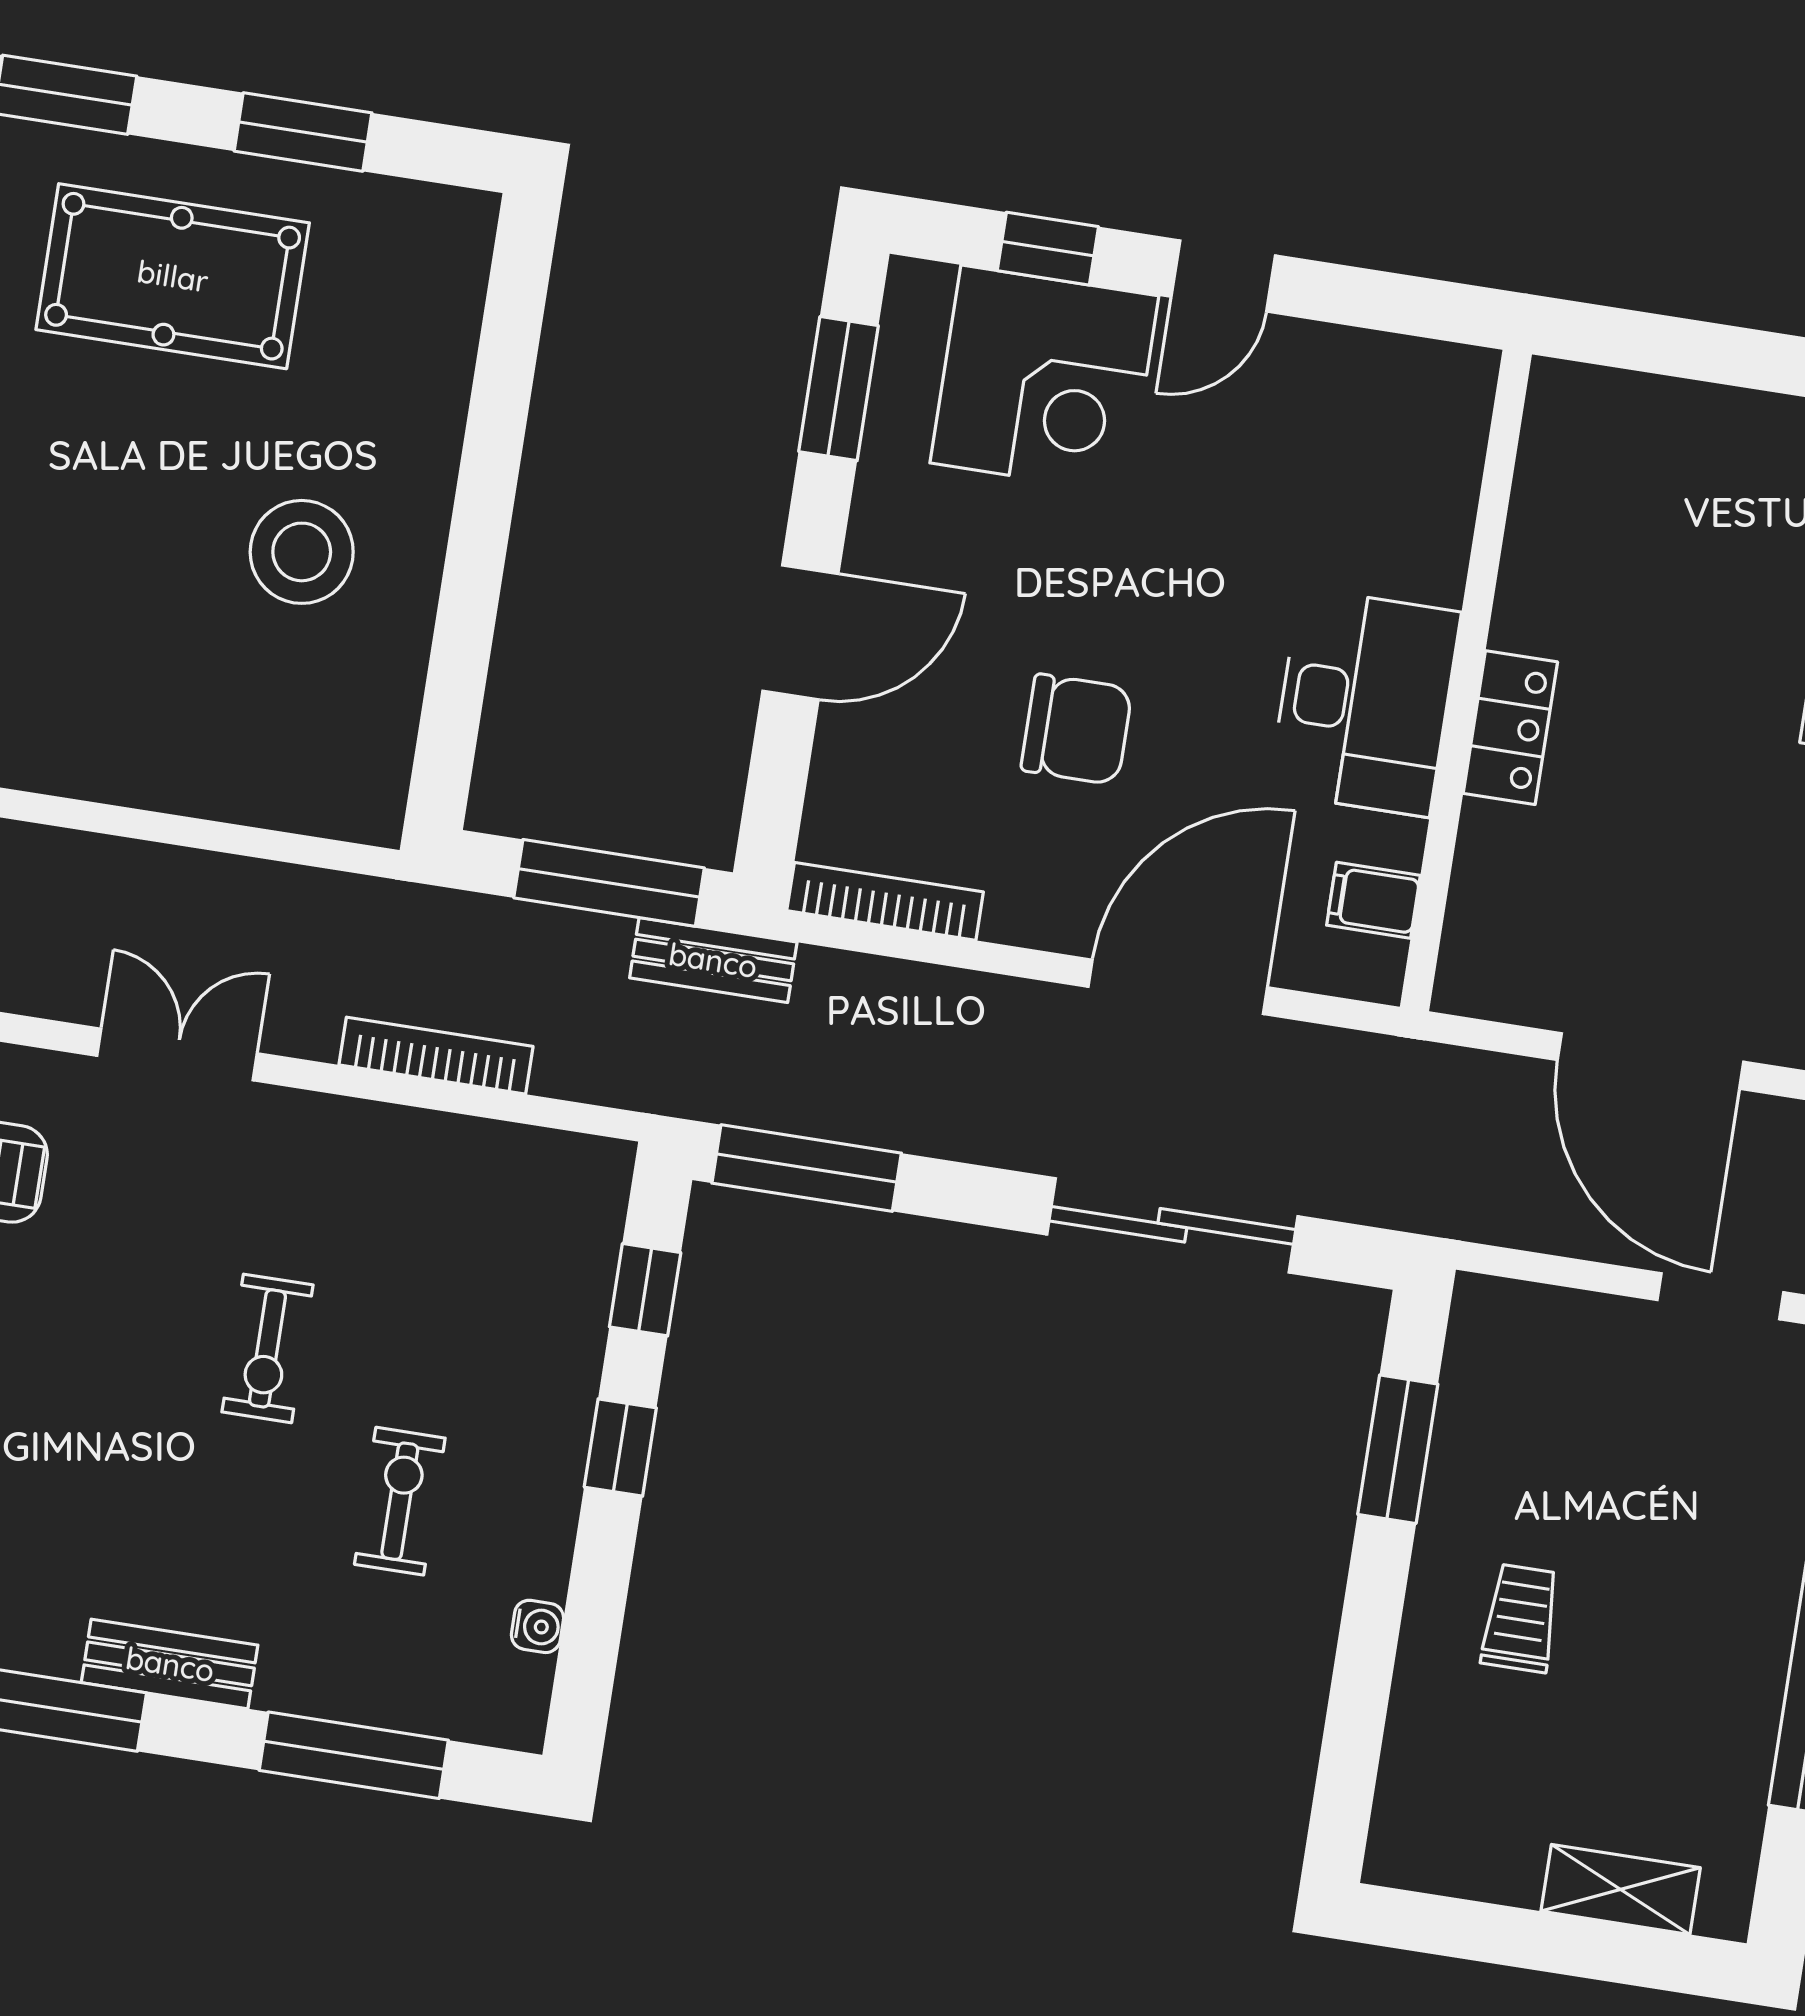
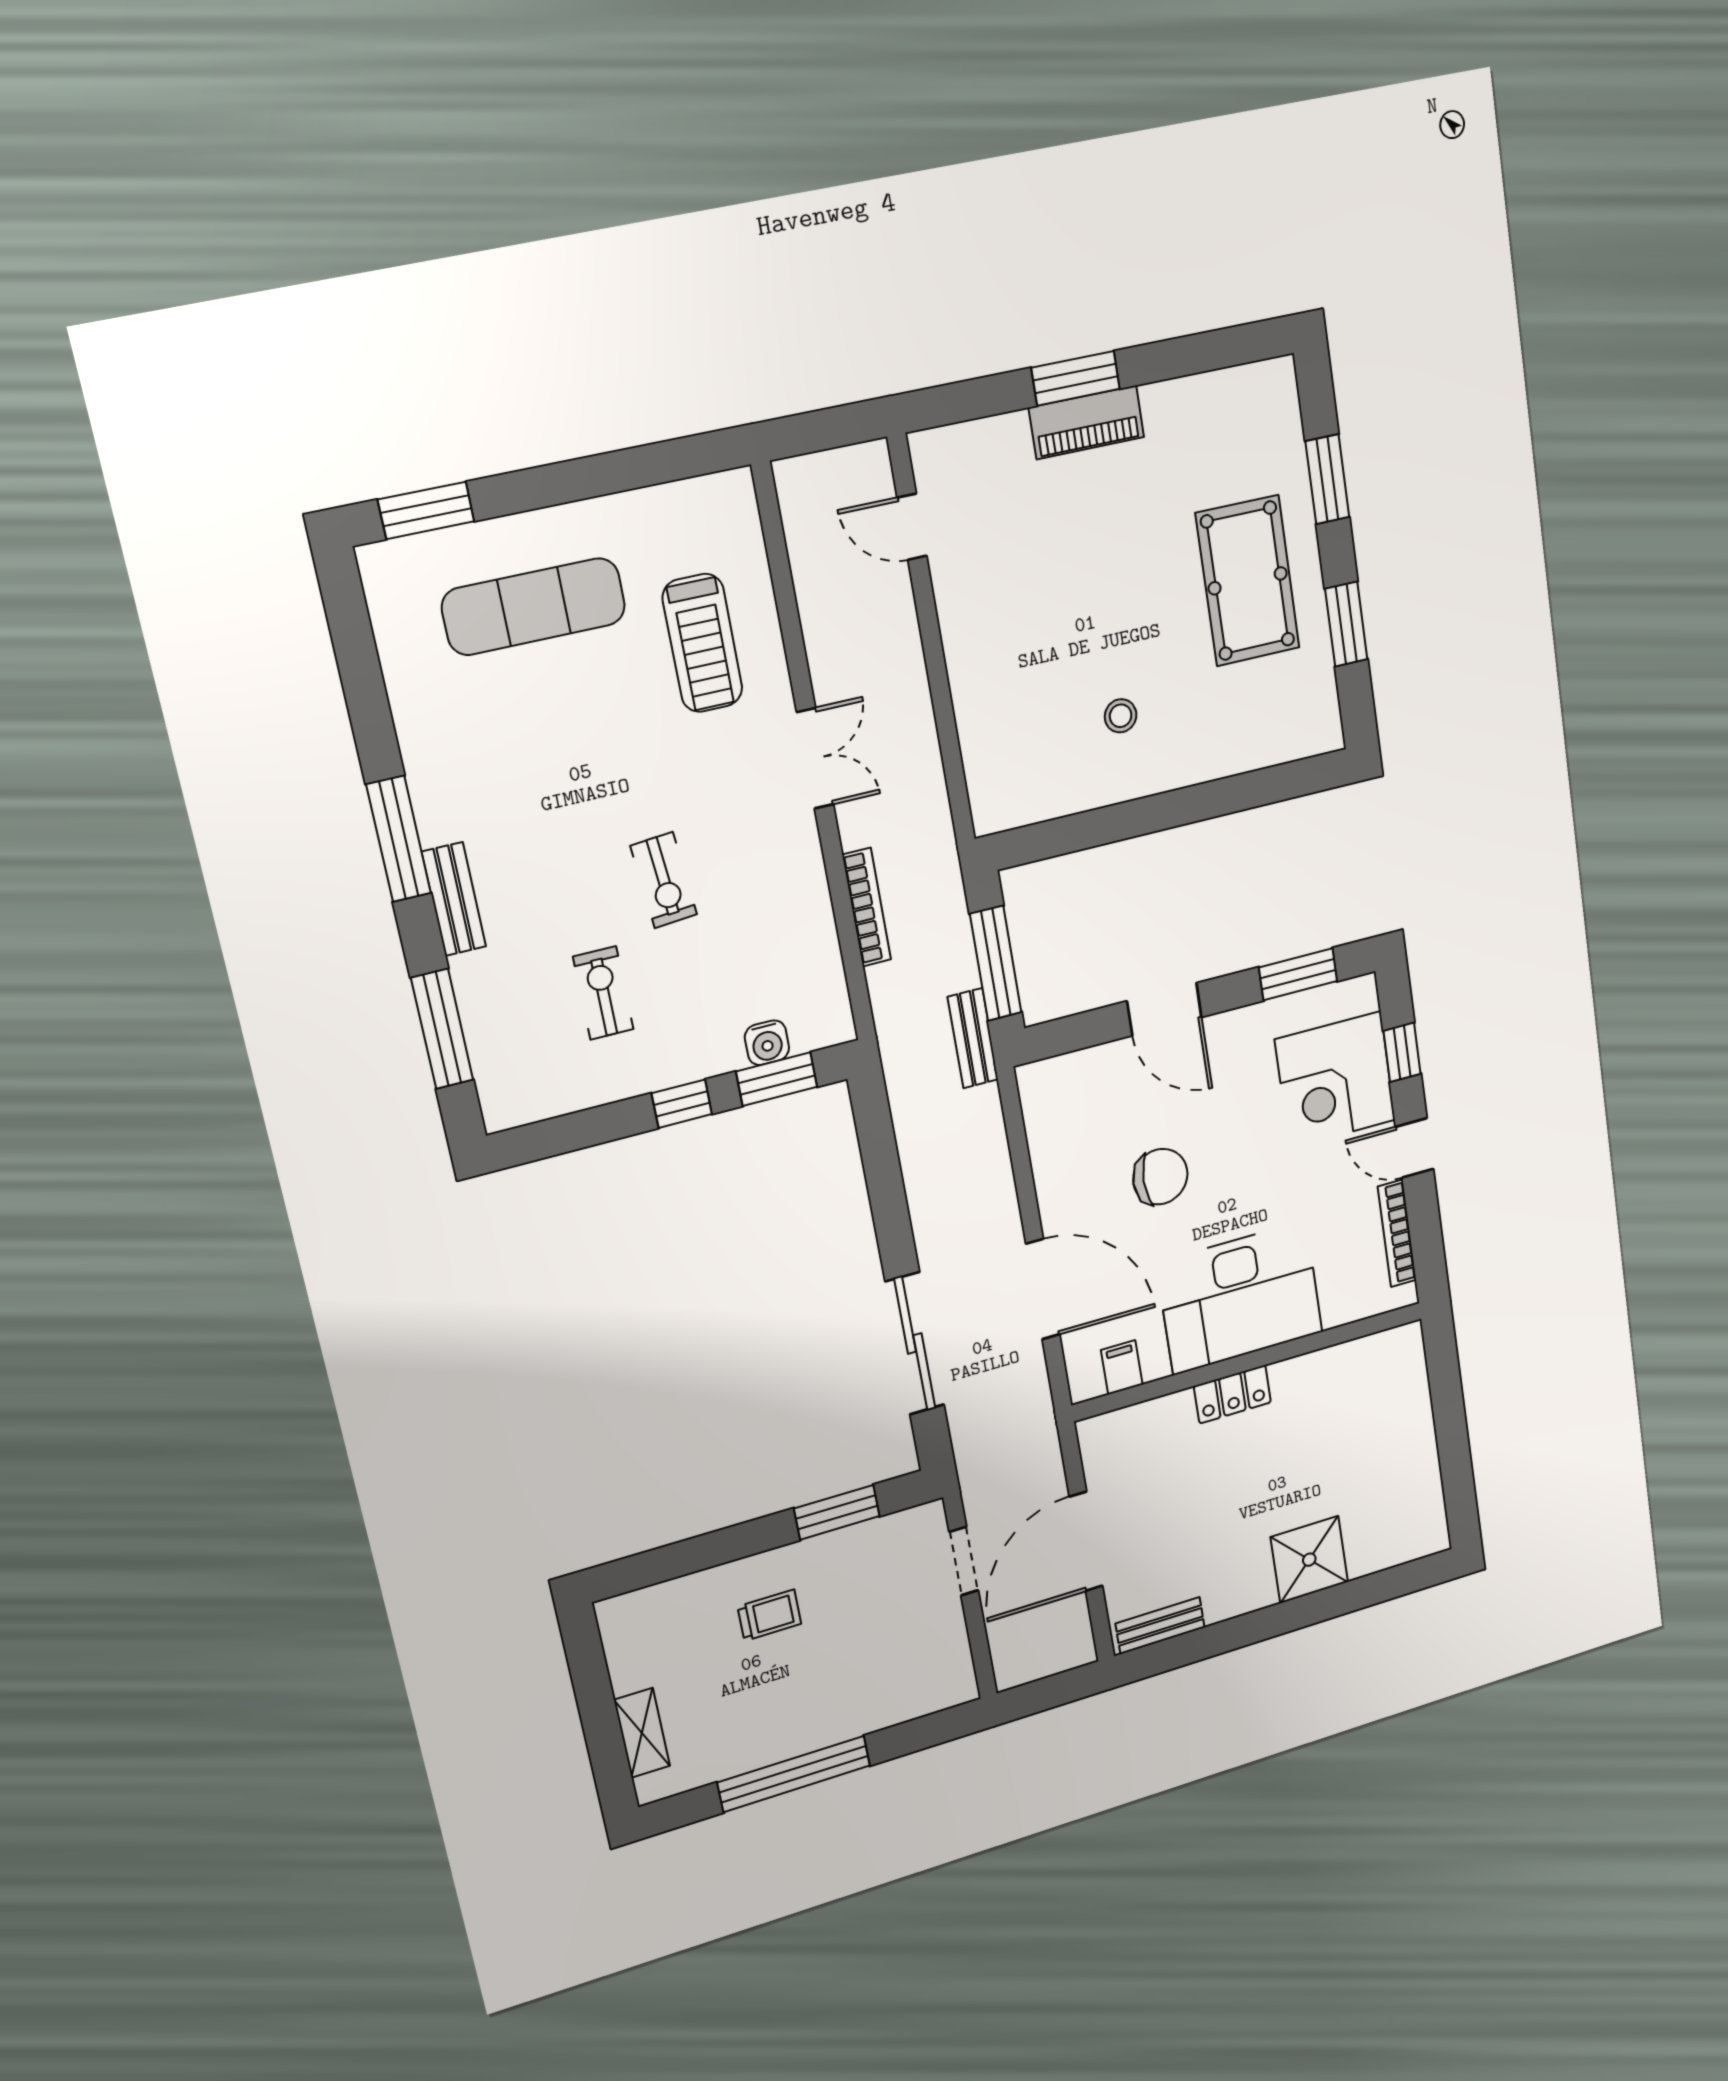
stool: (302, 552) -> (1121, 716), width x0.53, depth x0.53
desk: (1365, 702) -> (1240, 1298), width x1.36, depth x1.30
chair: (1077, 729) -> (1160, 1177), turned -90
bookcase: (885, 901) -> (1397, 1233), moved, turned 180
window: (807, 1168) -> (876, 1138), removed
window: (645, 1290) -> (777, 1079), width x1.50
doorway: (1720, 1296) -> (964, 1561), moved
exercise bike: (268, 1348) -> (664, 880), turned -95
exercise bike: (400, 1501) -> (603, 993), turned -90
water cooler: (537, 1626) -> (767, 1043), moved, width x1.38, depth x1.38

